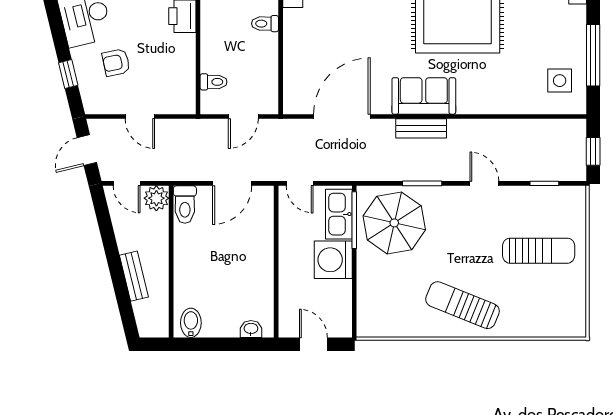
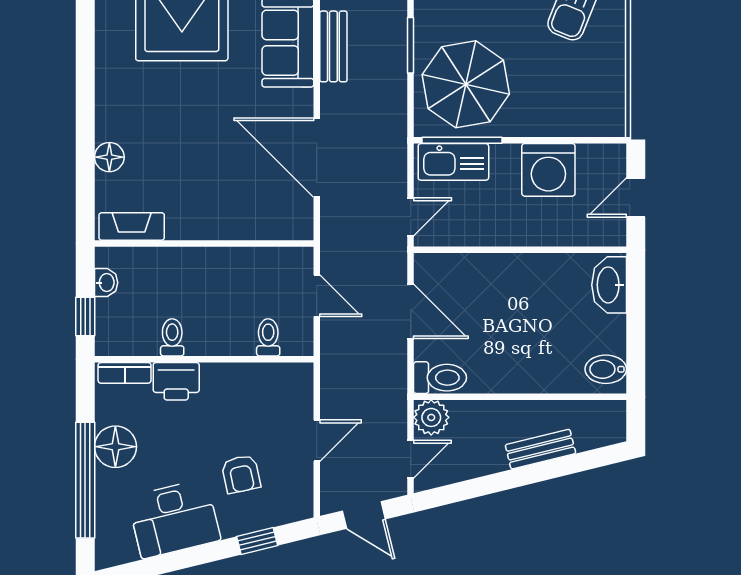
toilet: (265, 24) -> (172, 337), moved, turned 180
washing machine: (333, 260) -> (548, 170), moved
washbasin: (251, 329) -> (609, 285), width x1.91, depth x1.45

